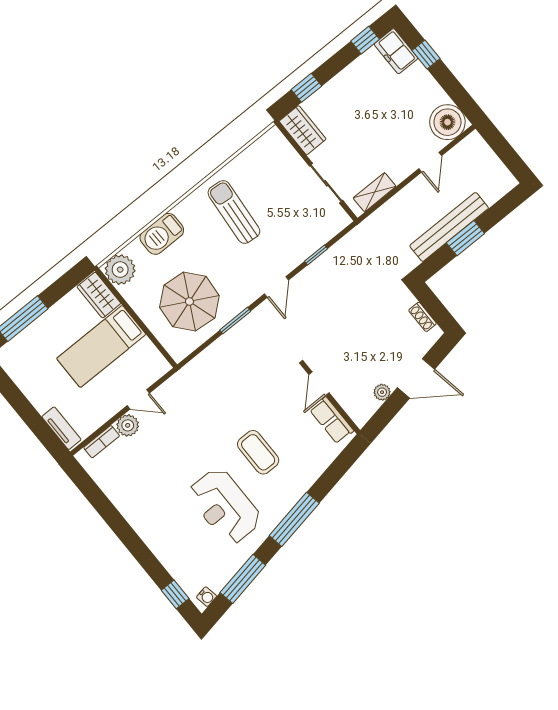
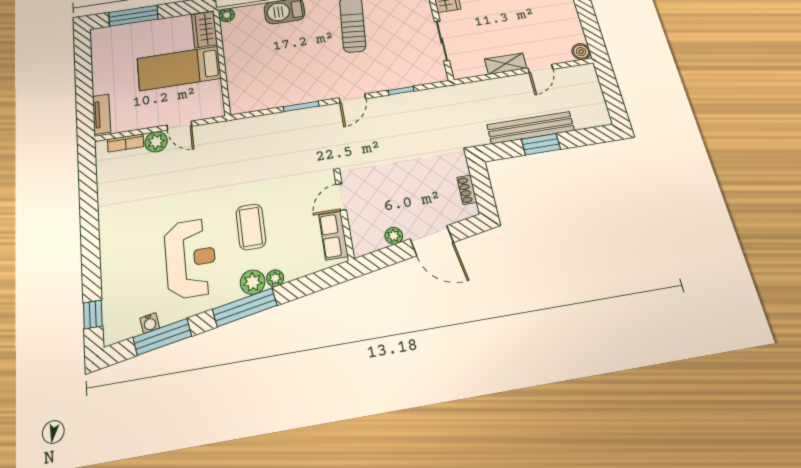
boiler: (447, 122) -> (581, 52), width x0.54, depth x0.54
shelving: (375, 192) -> (506, 64), moved
plant: (120, 270) -> (227, 15), width x0.53, depth x0.53
parasol: (189, 301) -> (273, 72), removed
plant: (305, 483) -> (275, 278), added
plant: (288, 496) -> (253, 282), added
reception desk: (225, 506) -> (190, 258), turned 180
water cooler: (207, 597) -> (150, 323), moved

